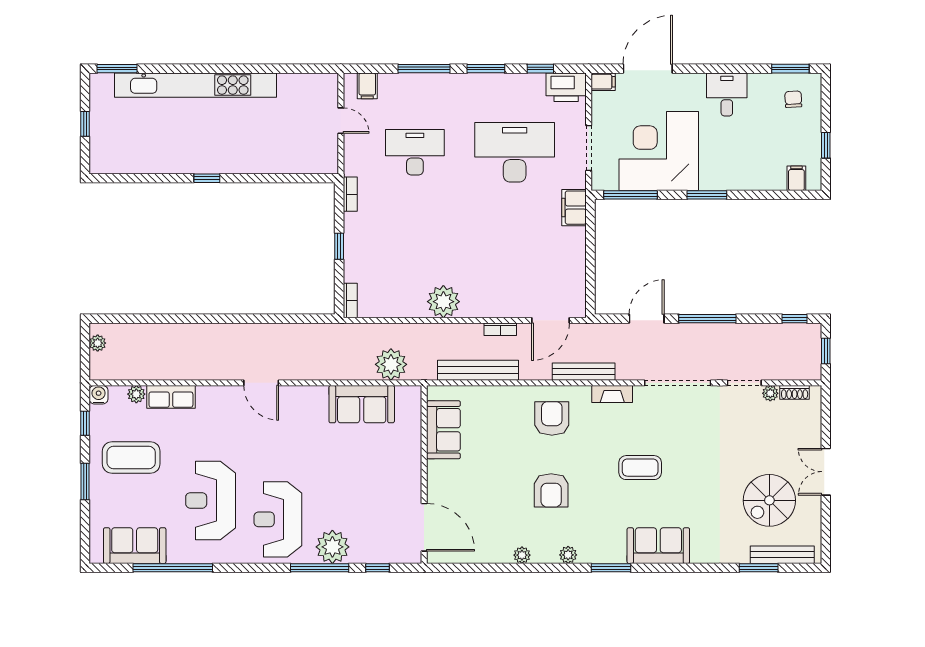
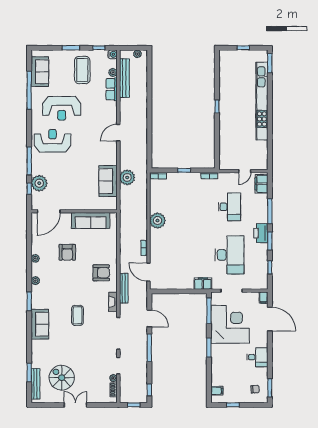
filing cabinet: (367, 86) -> (261, 184), width x2.00
printer: (566, 87) -> (261, 233), moved
plant: (391, 364) -> (127, 177), moved
bench: (478, 370) -> (124, 78), moved
sofa: (443, 430) -> (91, 221), width x1.36
armchair: (551, 490) -> (67, 252), moved, turned -90
reception desk: (211, 500) -> (62, 108), turned 180
plant: (332, 547) -> (39, 183), moved

